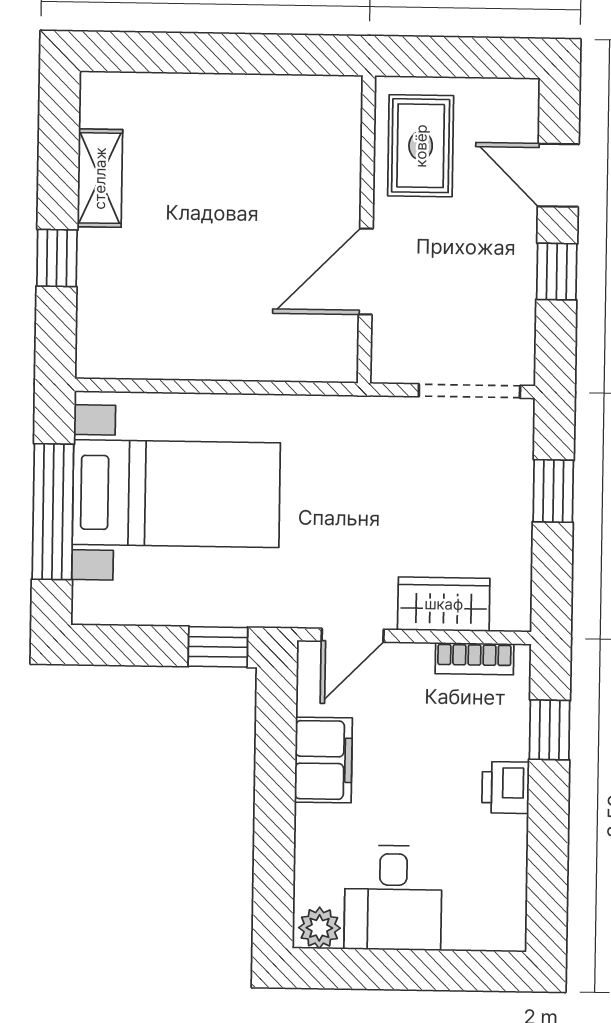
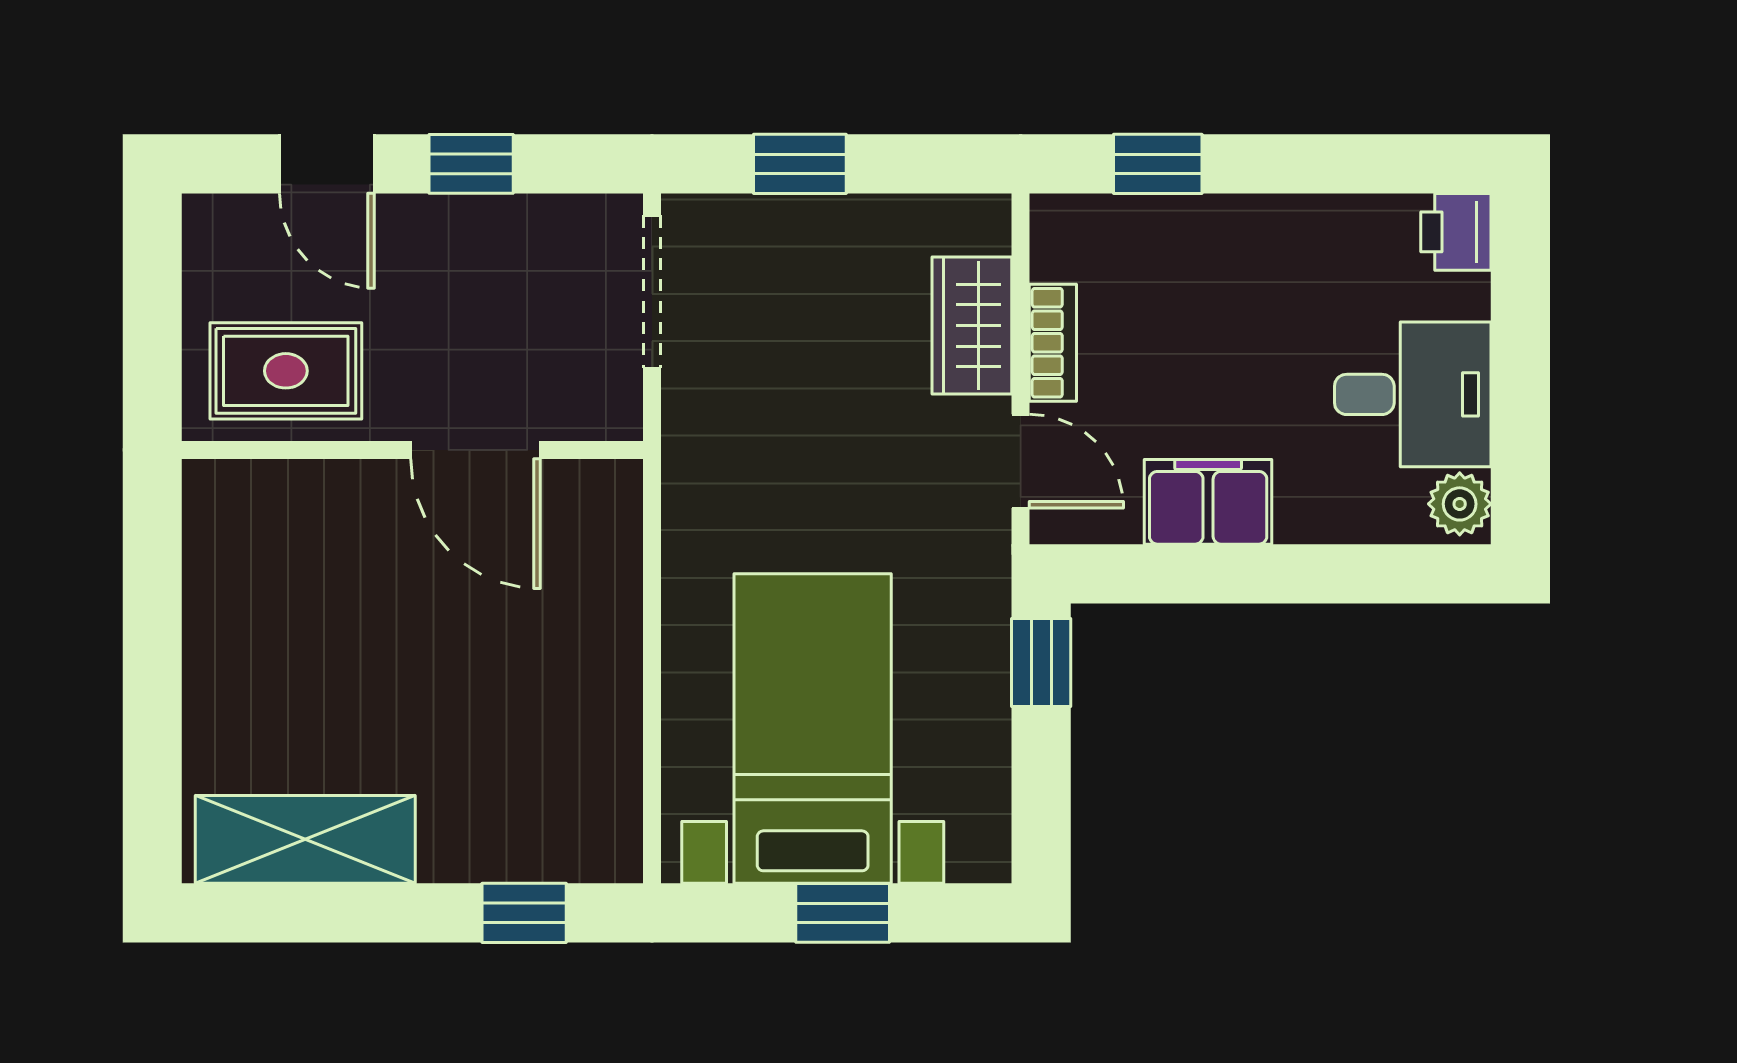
door: (558, 175) -> (327, 164), hinge flipped
shelving: (100, 178) -> (305, 839), width x1.50, depth x1.33
window: (57, 258) -> (524, 913), moved
window: (53, 512) -> (843, 913), width x0.46
bookcase: (474, 659) -> (1053, 343), moved
printer: (506, 787) -> (1456, 232), moved, turned 90

